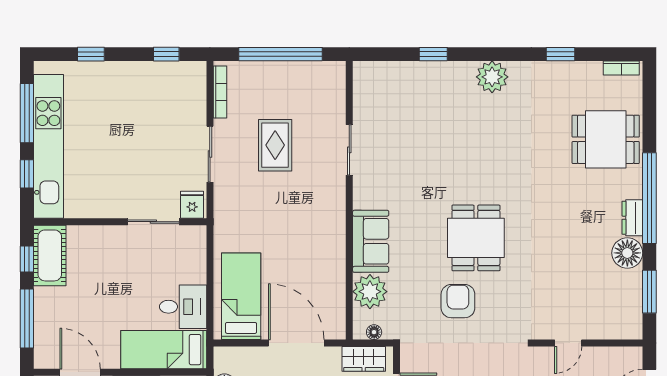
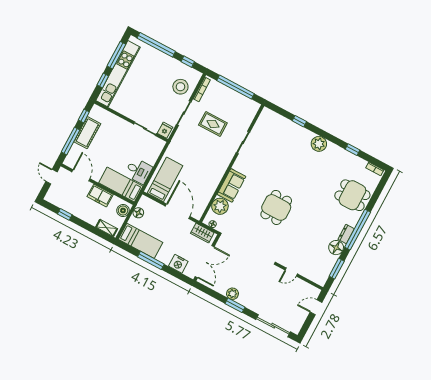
window: (91, 54) -> (156, 45), width x3.17
stool: (178, 108) -> (180, 87), added
rug: (275, 145) -> (213, 124), turned 90
cot: (50, 255) -> (87, 133), moved
armchair: (458, 301) -> (255, 230), removed

